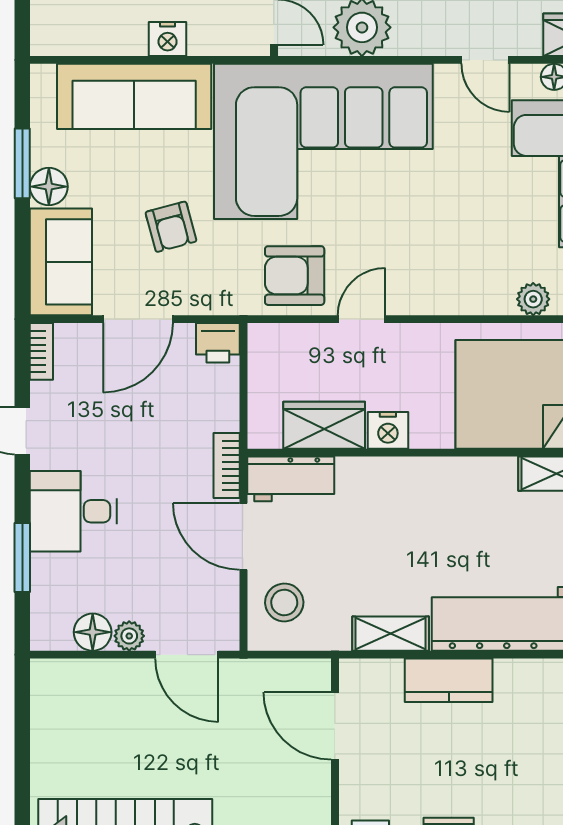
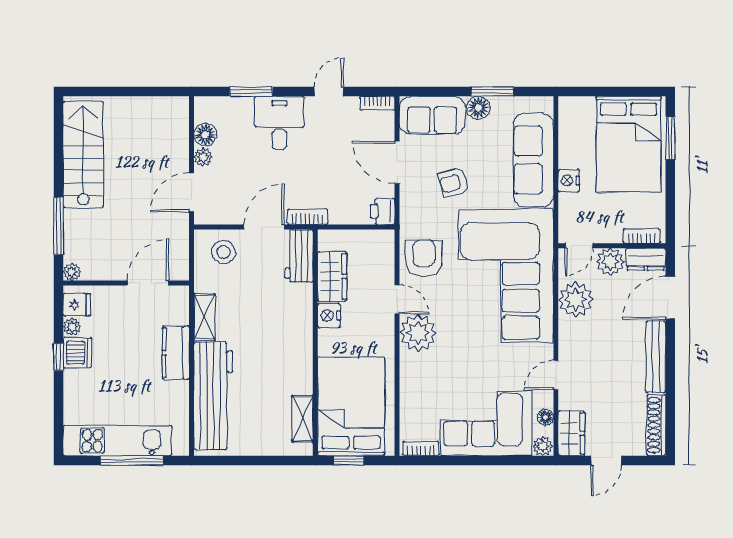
plant: (533, 299) -> (418, 333), moved, width x1.87, depth x1.87

